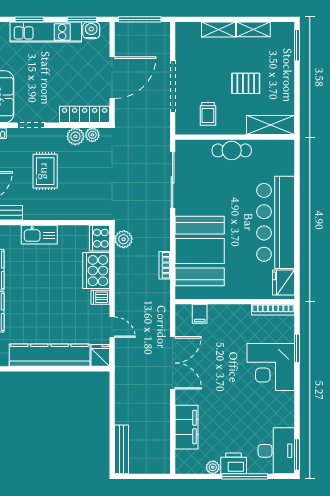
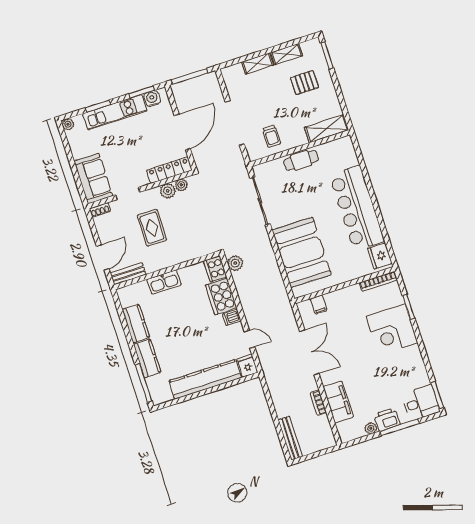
pallet: (246, 83) -> (304, 82), moved
bookcase: (165, 265) -> (318, 403), moved
desk: (276, 451) -> (421, 403), width x0.73

